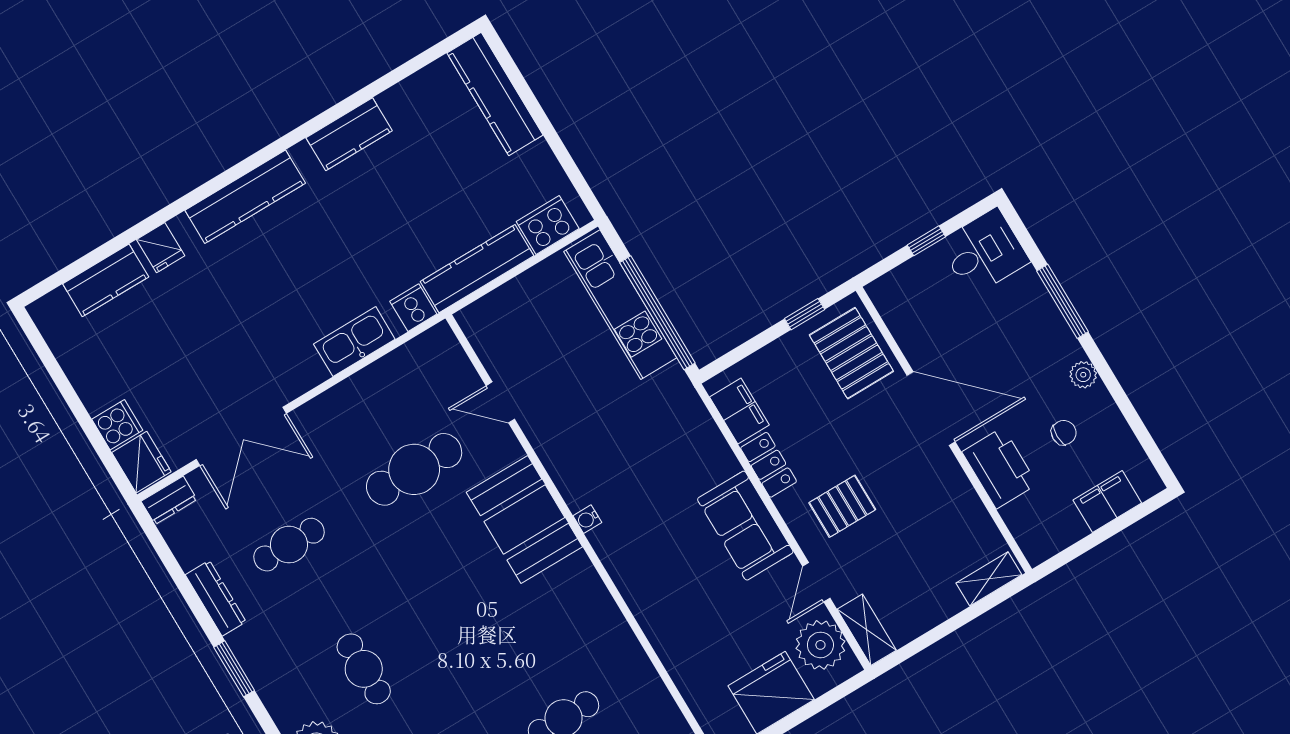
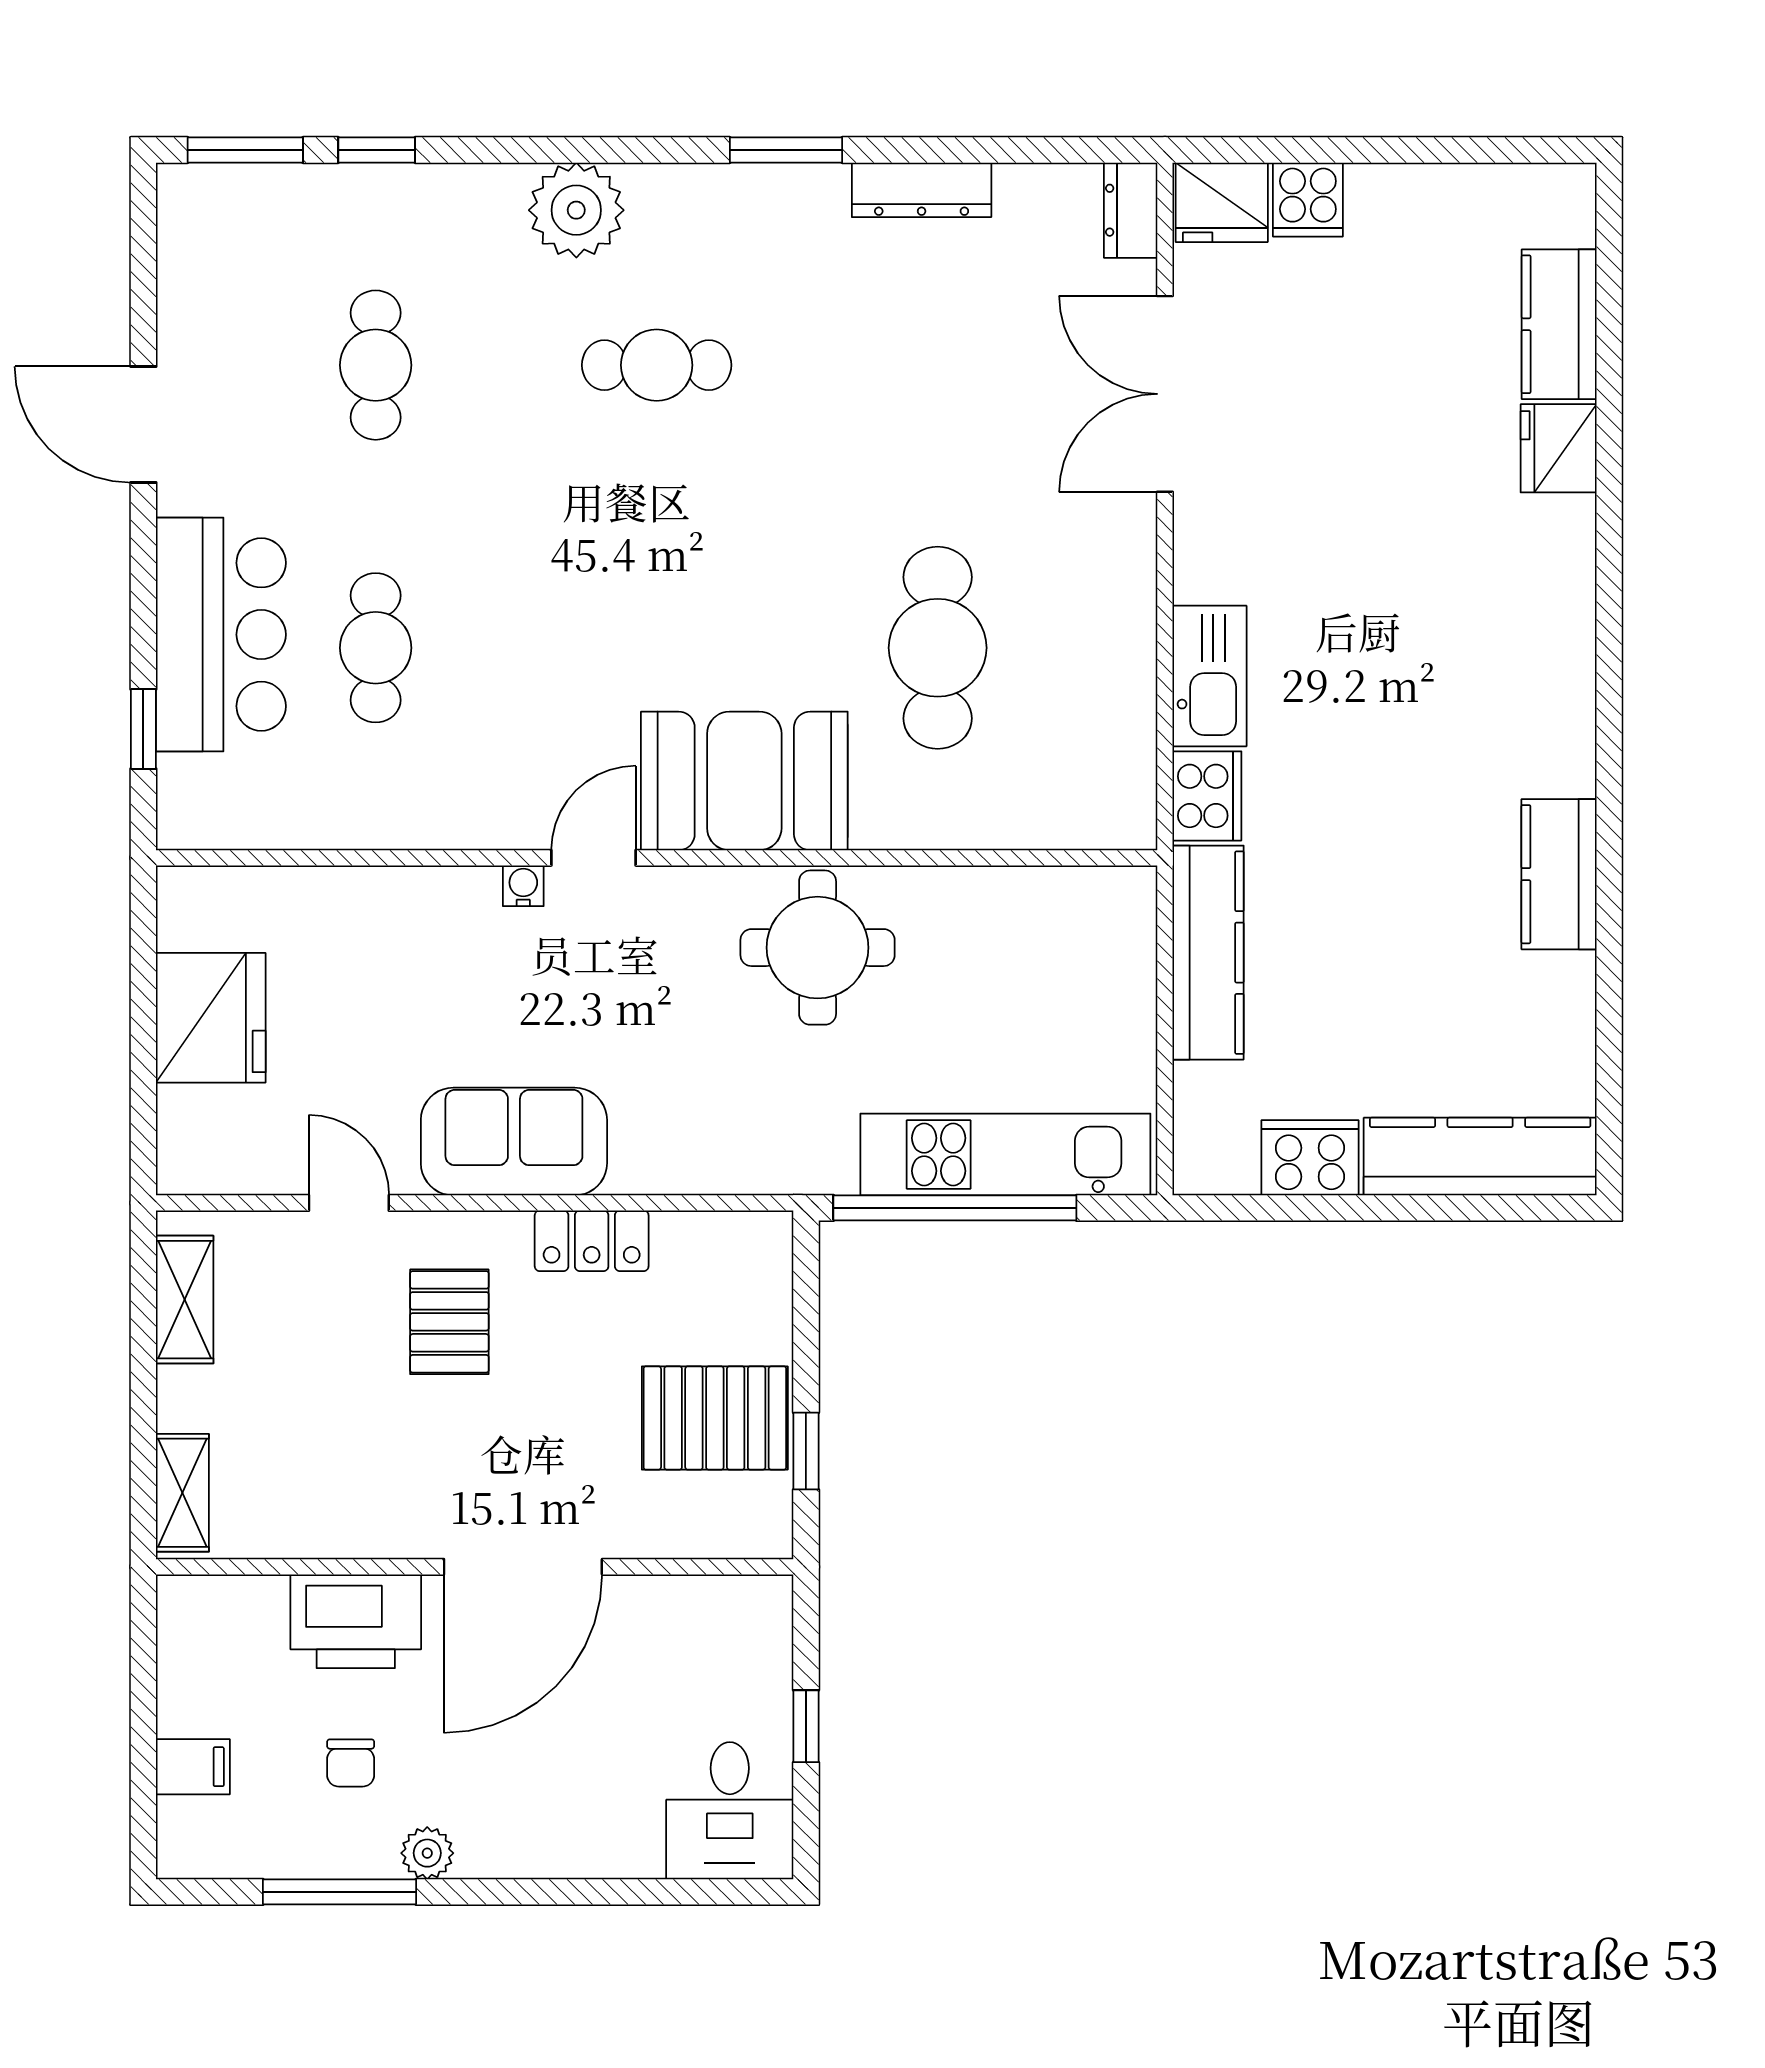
kitchen counter: (245, 197) -> (1559, 639), removed
cooker: (548, 225) -> (1310, 1158), moved, turned -90
fridge: (161, 248) -> (1559, 448), width x1.38
window: (1063, 301) -> (339, 1892), moved
cooker: (413, 308) -> (1207, 796), width x1.36
pallet: (851, 353) -> (715, 1418), moved
door: (500, 402) -> (593, 858), moved
filing cabinet: (739, 411) -> (710, 1246), removed
round table: (579, 443) -> (818, 948), added
filing cabinet: (1107, 501) -> (193, 1767), width x0.50
water cooler: (587, 519) -> (523, 886), moved
cafe table: (289, 545) -> (938, 365), removed
shelving: (867, 630) -> (185, 1300), moved, turned 90
plant: (820, 645) -> (241, 1147), removed

